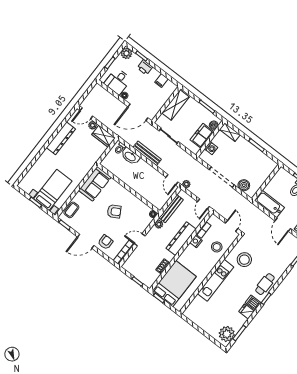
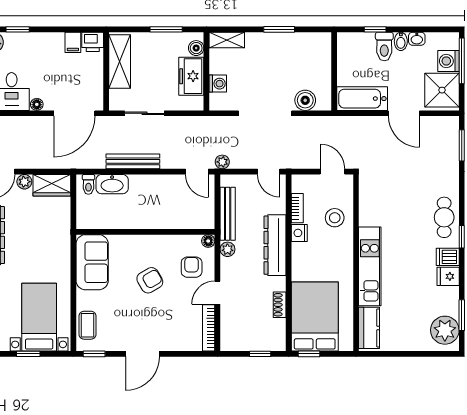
printer: (145, 67) -> (93, 42), moved
armchair: (105, 242) -> (192, 267), moved
stool: (244, 260) -> (388, 205), removed
kitchen counter: (194, 307) -> (369, 328), added

